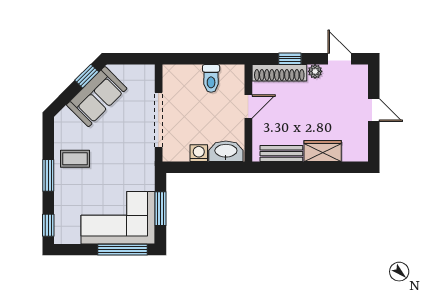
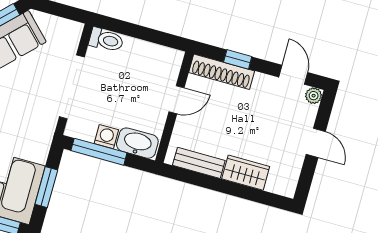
plant: (315, 71) -> (314, 96), moved
toilet: (211, 78) -> (106, 40), moved, turned -90
window: (196, 167) -> (99, 152), added

